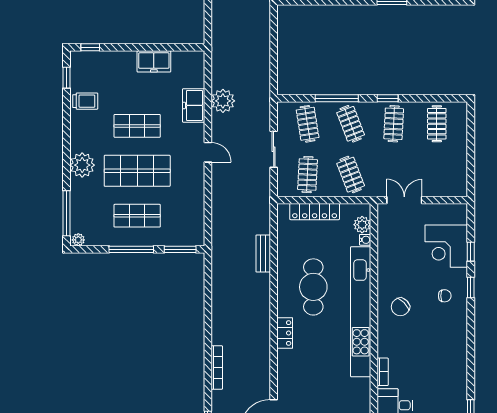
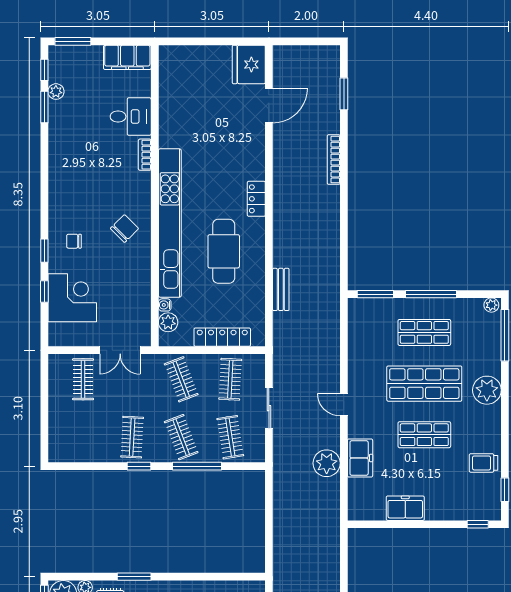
clothes rail: (437, 124) -> (83, 379), moved

